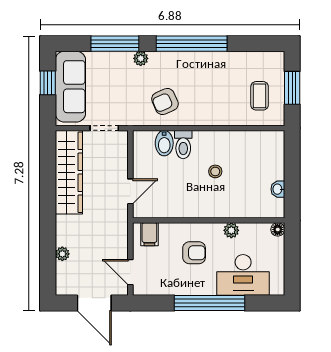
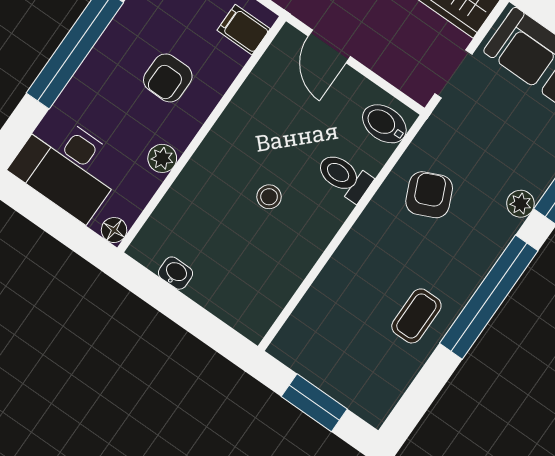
coffee table: (260, 96) -> (416, 316), moved, turned 90
bidet: (164, 143) -> (384, 124), moved
desk: (243, 275) -> (68, 167), moved, turned -90

